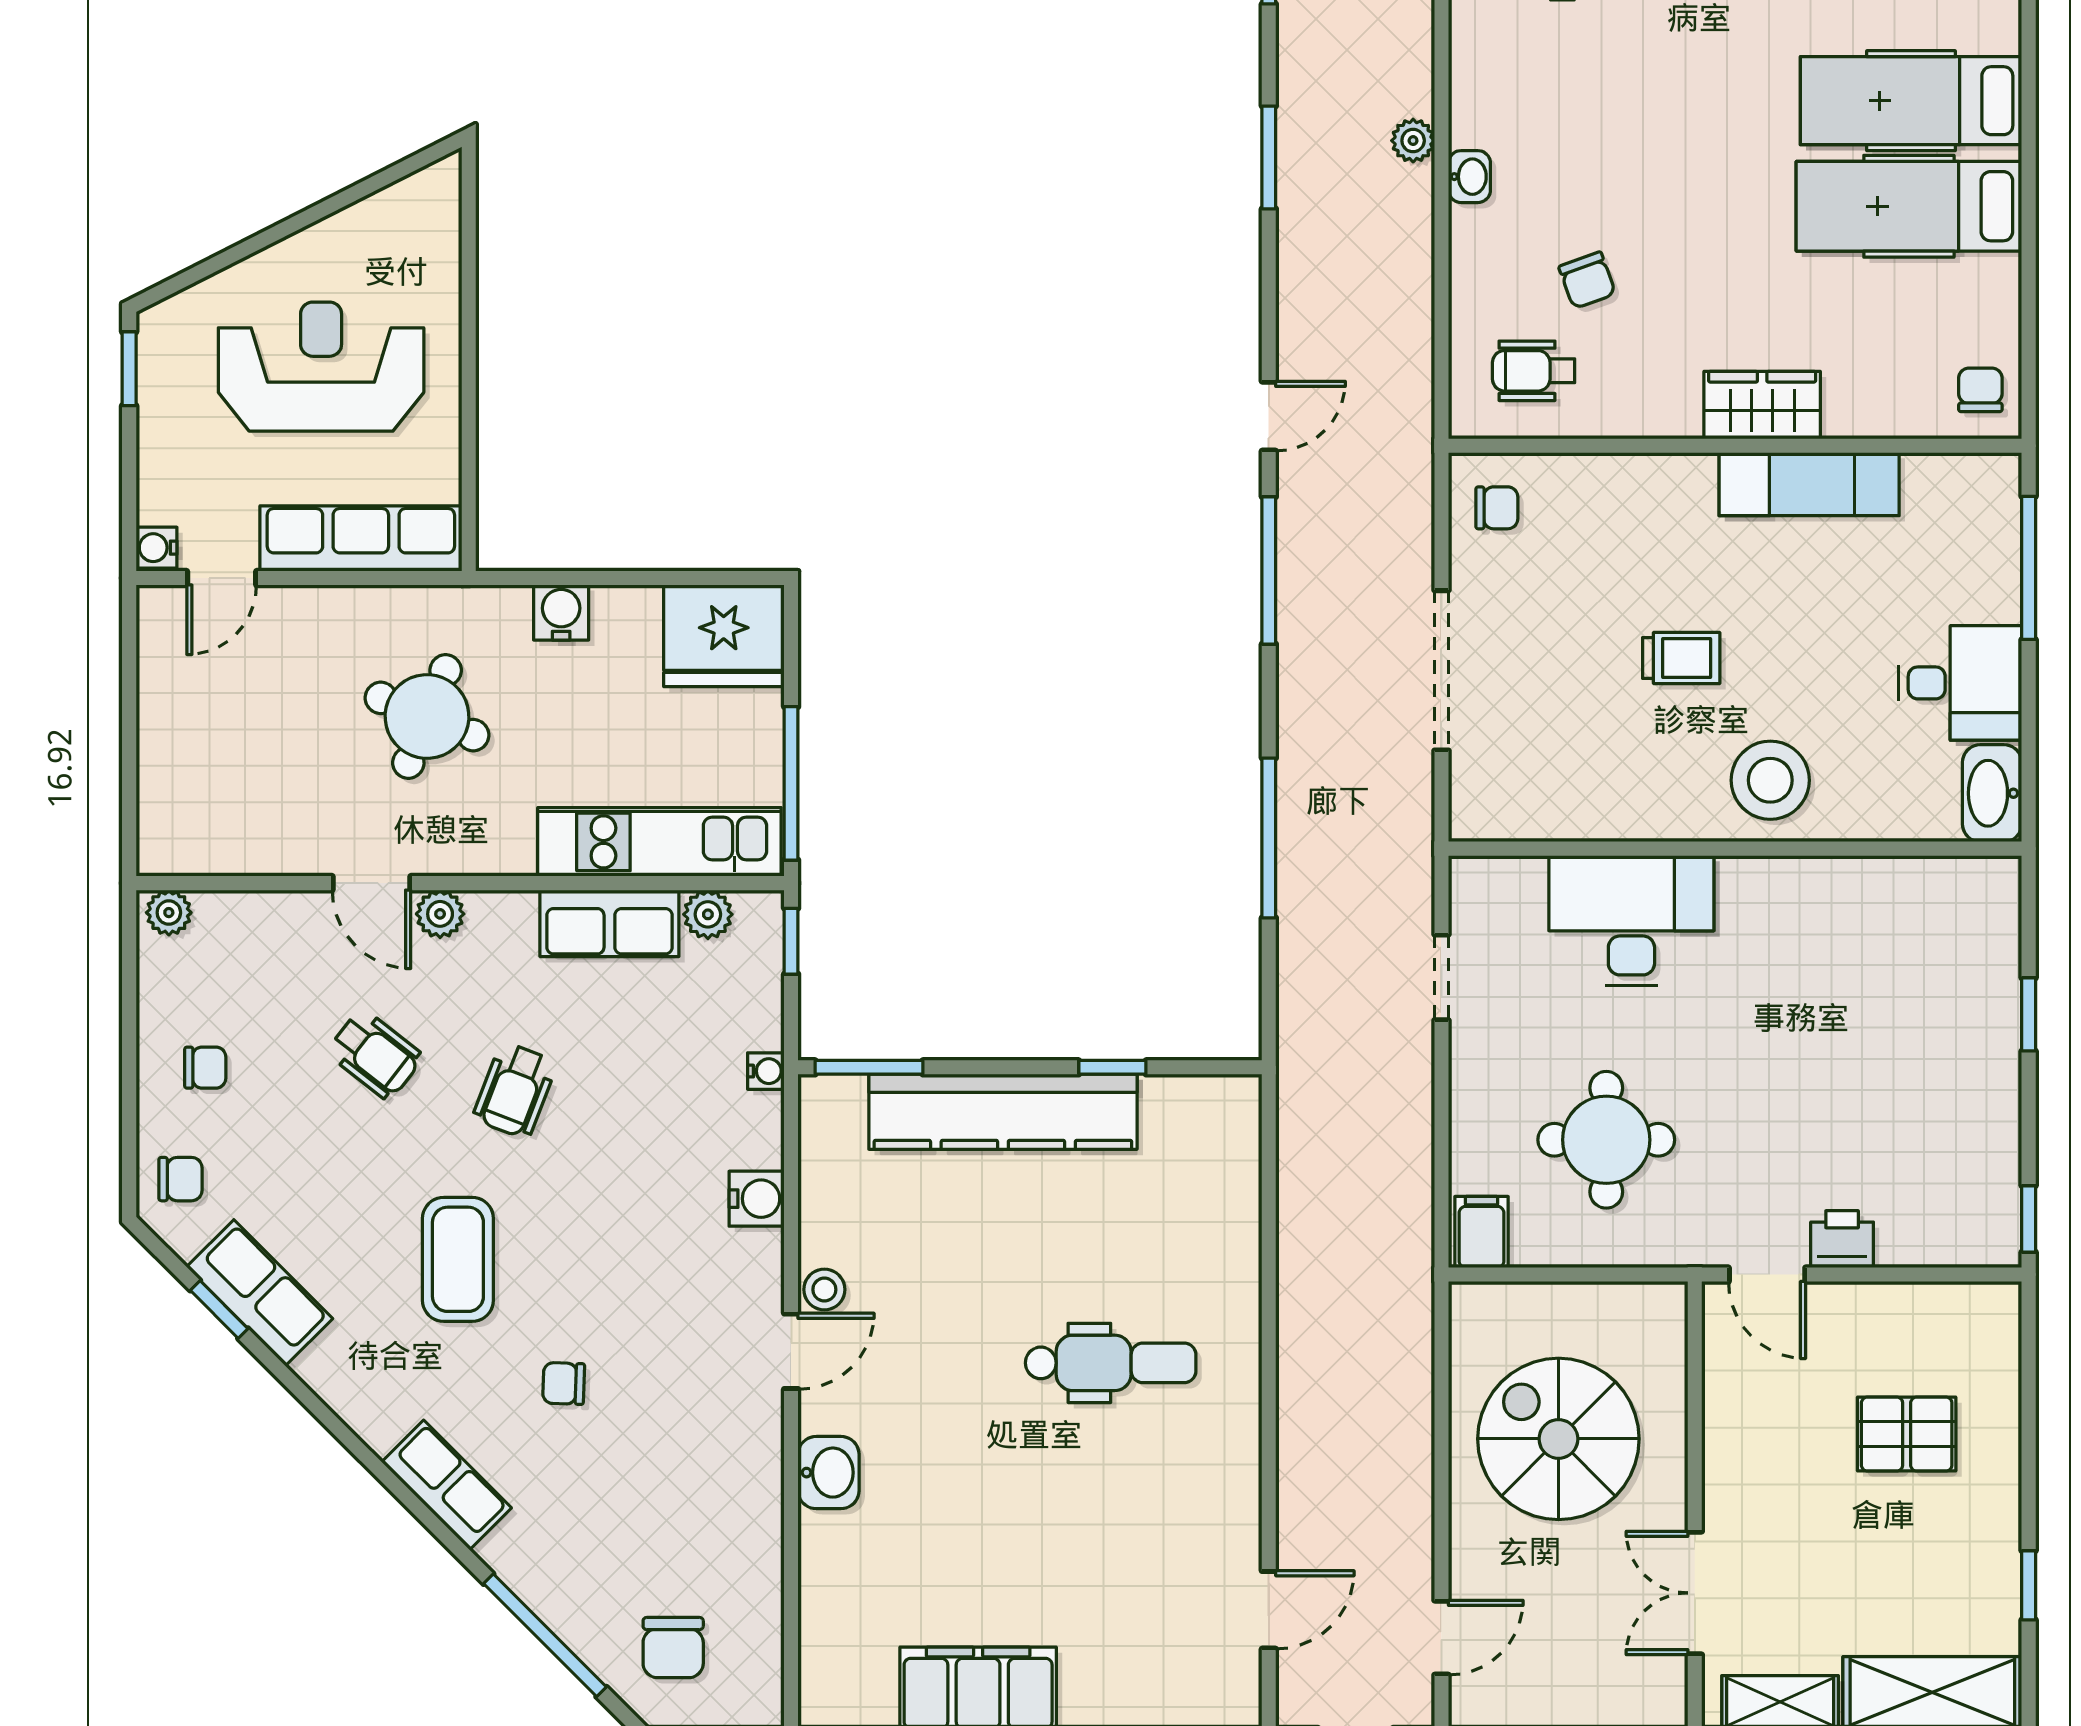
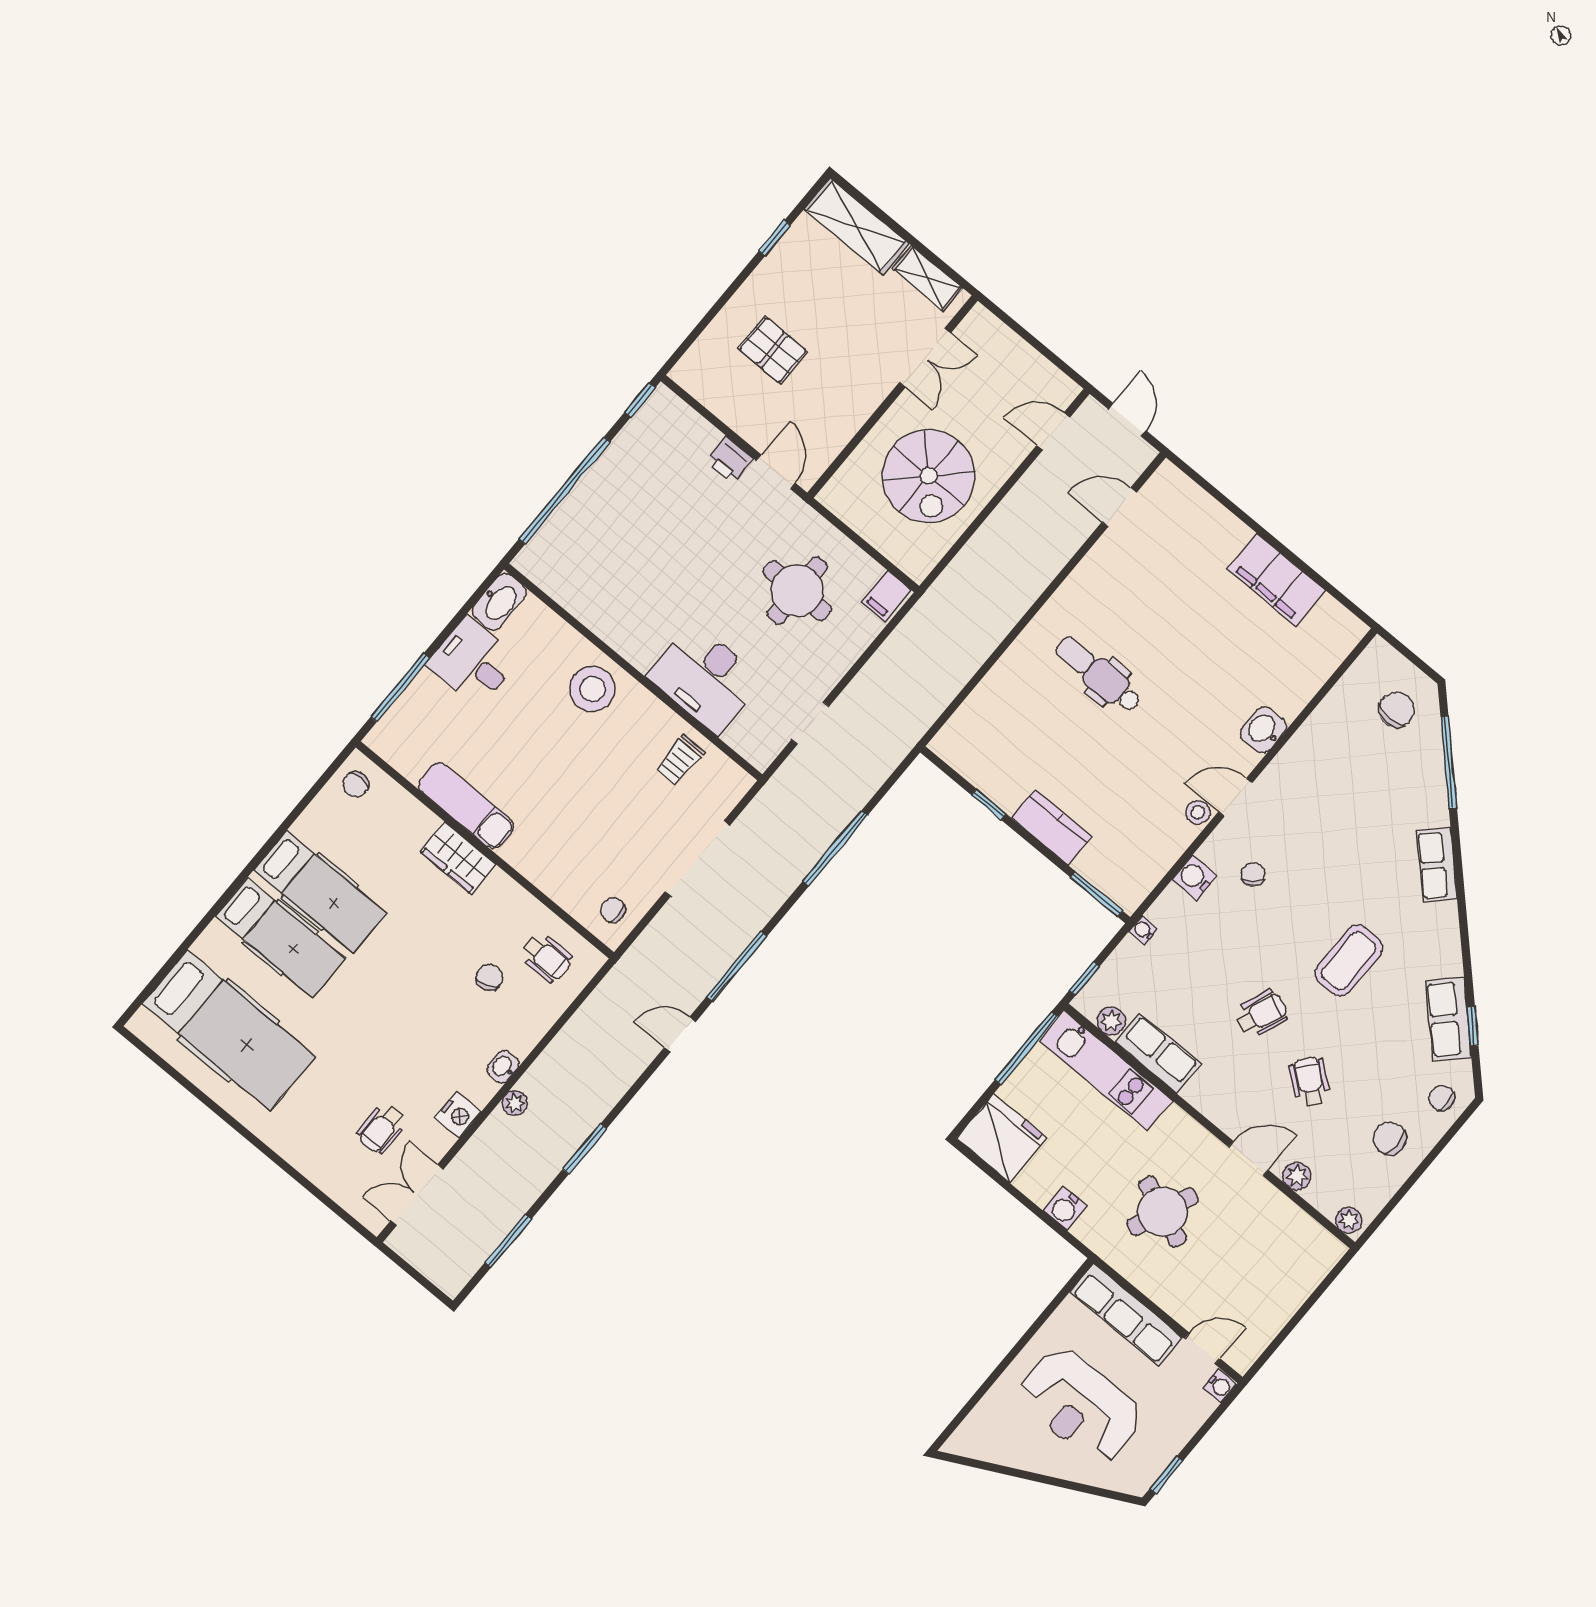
nightstand: (1476, 62) -> (458, 1115), added
trolley: (1681, 658) -> (680, 760), moved, turned -90
door: (372, 883) -> (1248, 1159), hinge flipped
plant: (440, 914) -> (1297, 1176), moved
window: (2029, 1014) -> (564, 490), width x3.17
chair: (205, 1068) -> (1390, 1138), width x1.37, depth x1.37
kitchen counter: (1003, 1112) -> (1052, 827), width x0.48, depth x0.86
chair: (564, 1383) -> (1253, 874), moved, turned -130

